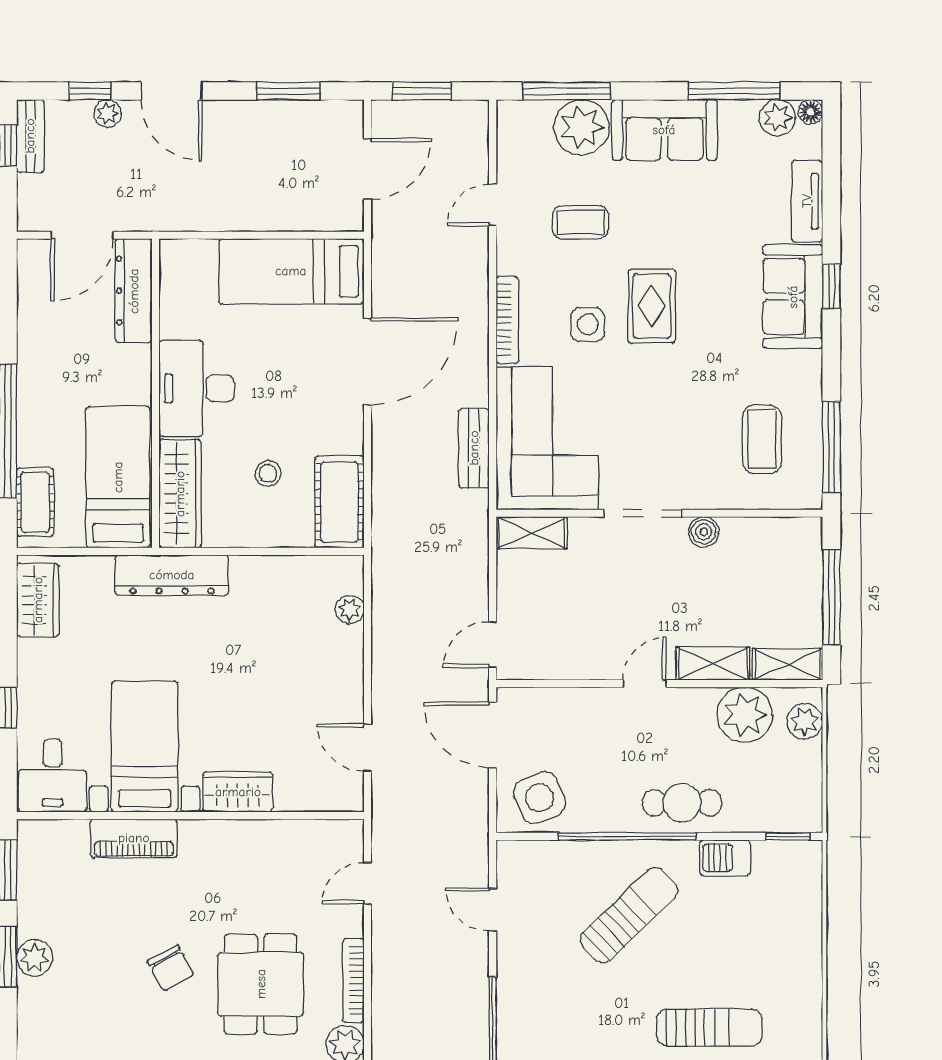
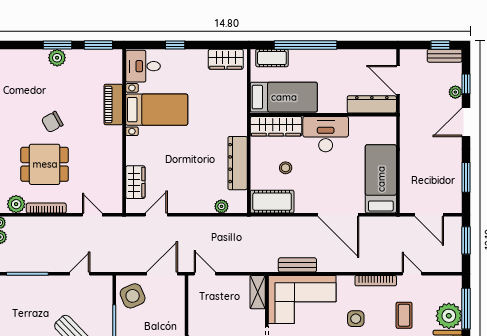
bookcase: (507, 320) -> (376, 281), moved
dresser: (172, 575) -> (238, 163), moved
wardrobe: (238, 792) -> (135, 182), moved

